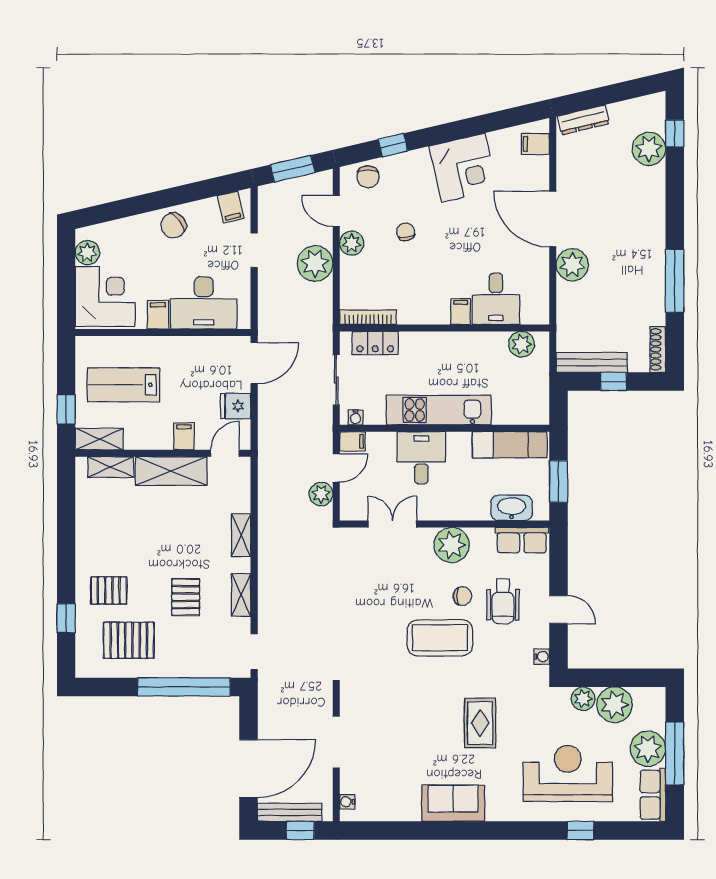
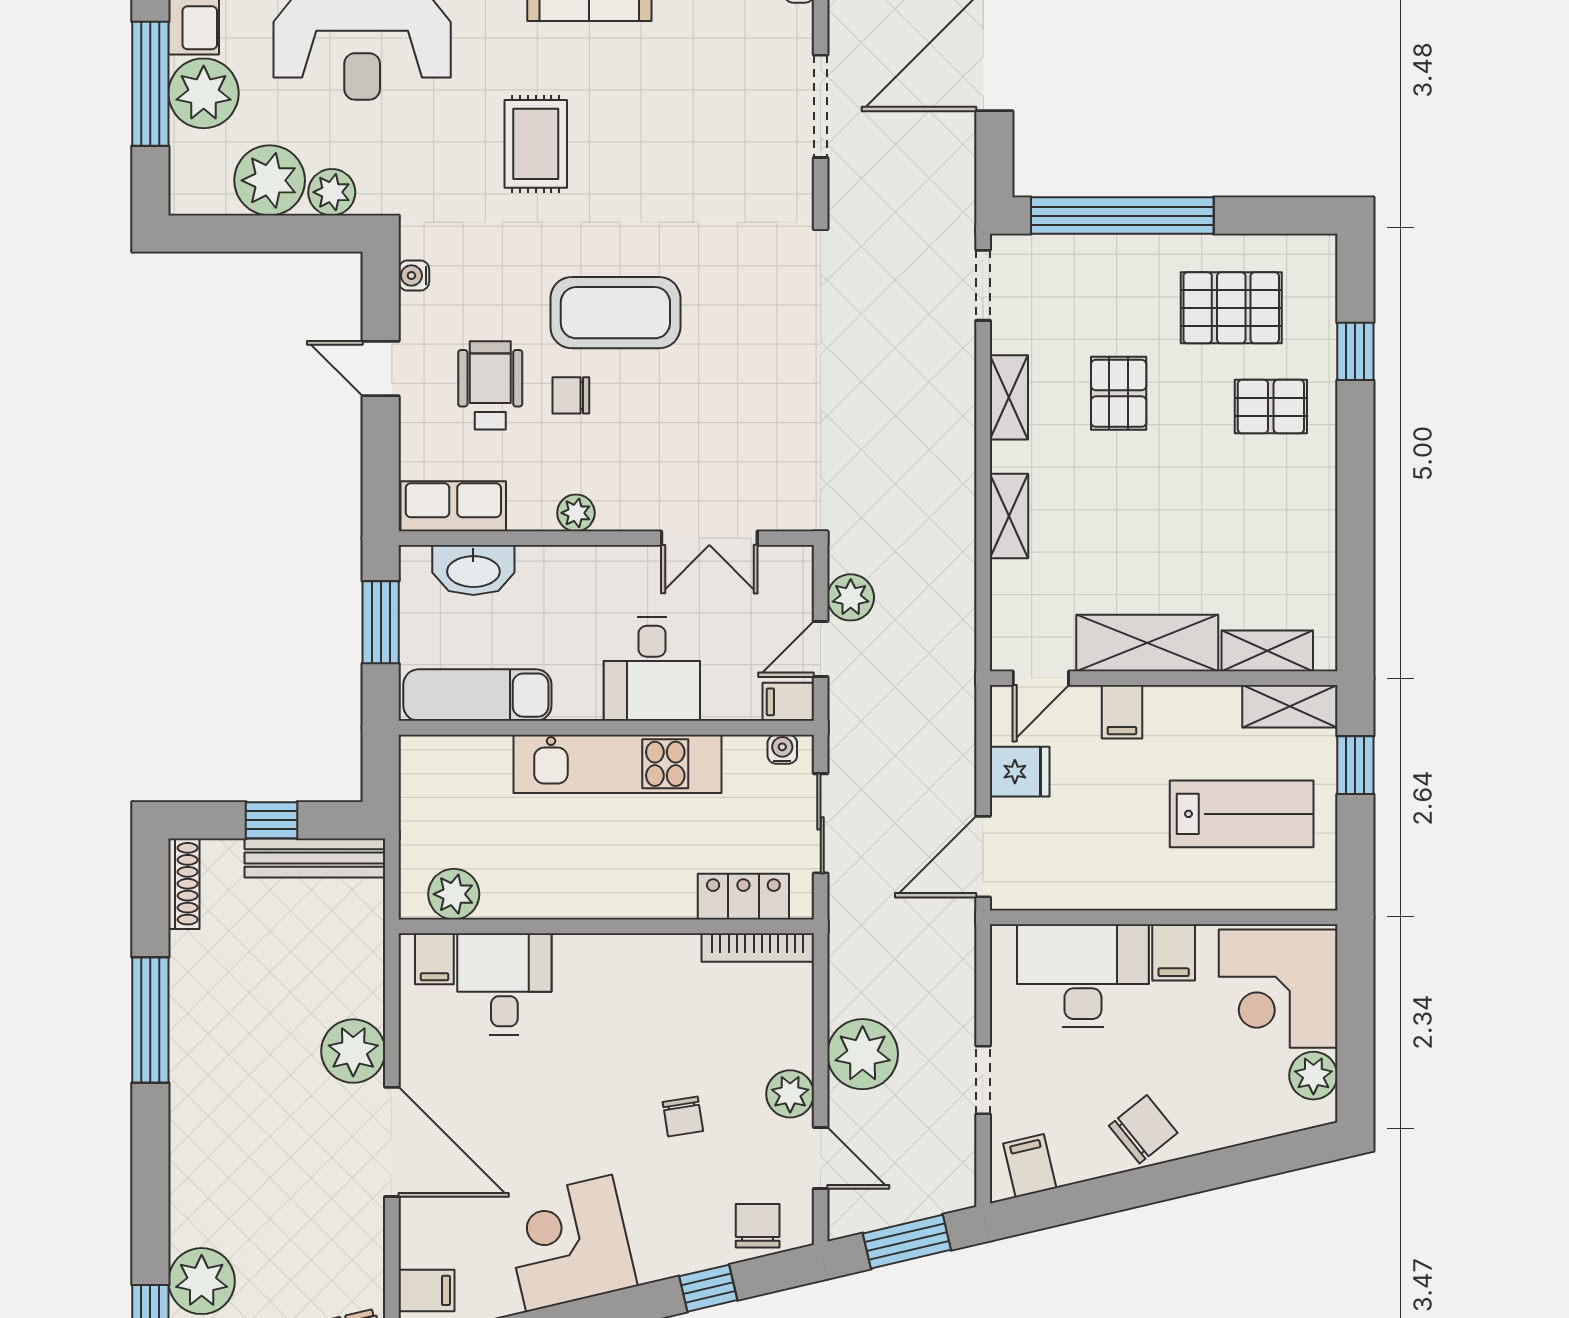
filing cabinet: (461, 312) -> (434, 959), moved
plant: (452, 545) -> (576, 513), width x0.53, depth x0.53

